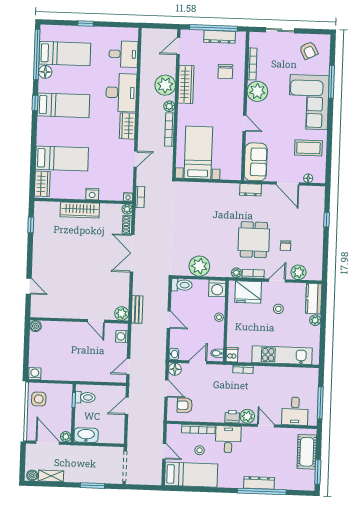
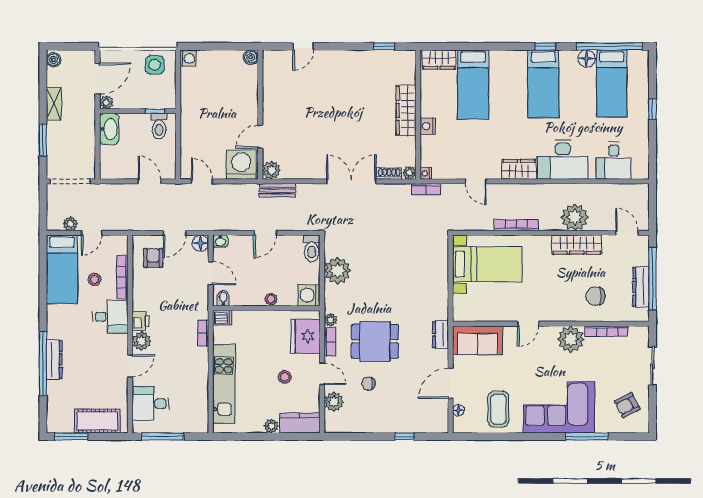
plant: (169, 106) -> (70, 224), moved
washing machine: (122, 336) -> (241, 165), width x1.89, depth x1.89
shelving: (51, 476) -> (54, 104), moved

